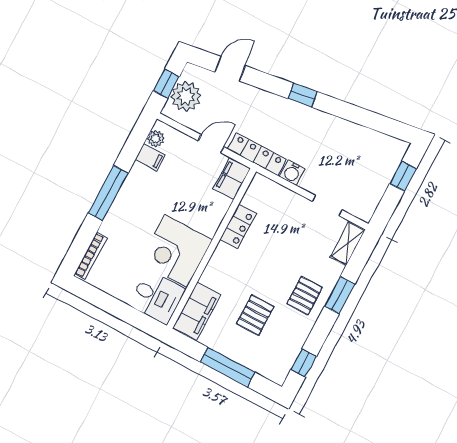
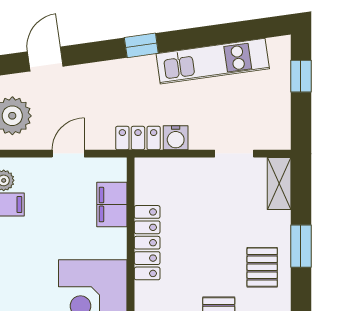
kitchen unit: (347, 133) -> (213, 61), added
locker: (257, 154) -> (138, 138), width x0.66
filing cabinet: (232, 178) -> (112, 204), moved
locker: (238, 226) -> (147, 243), width x1.53

